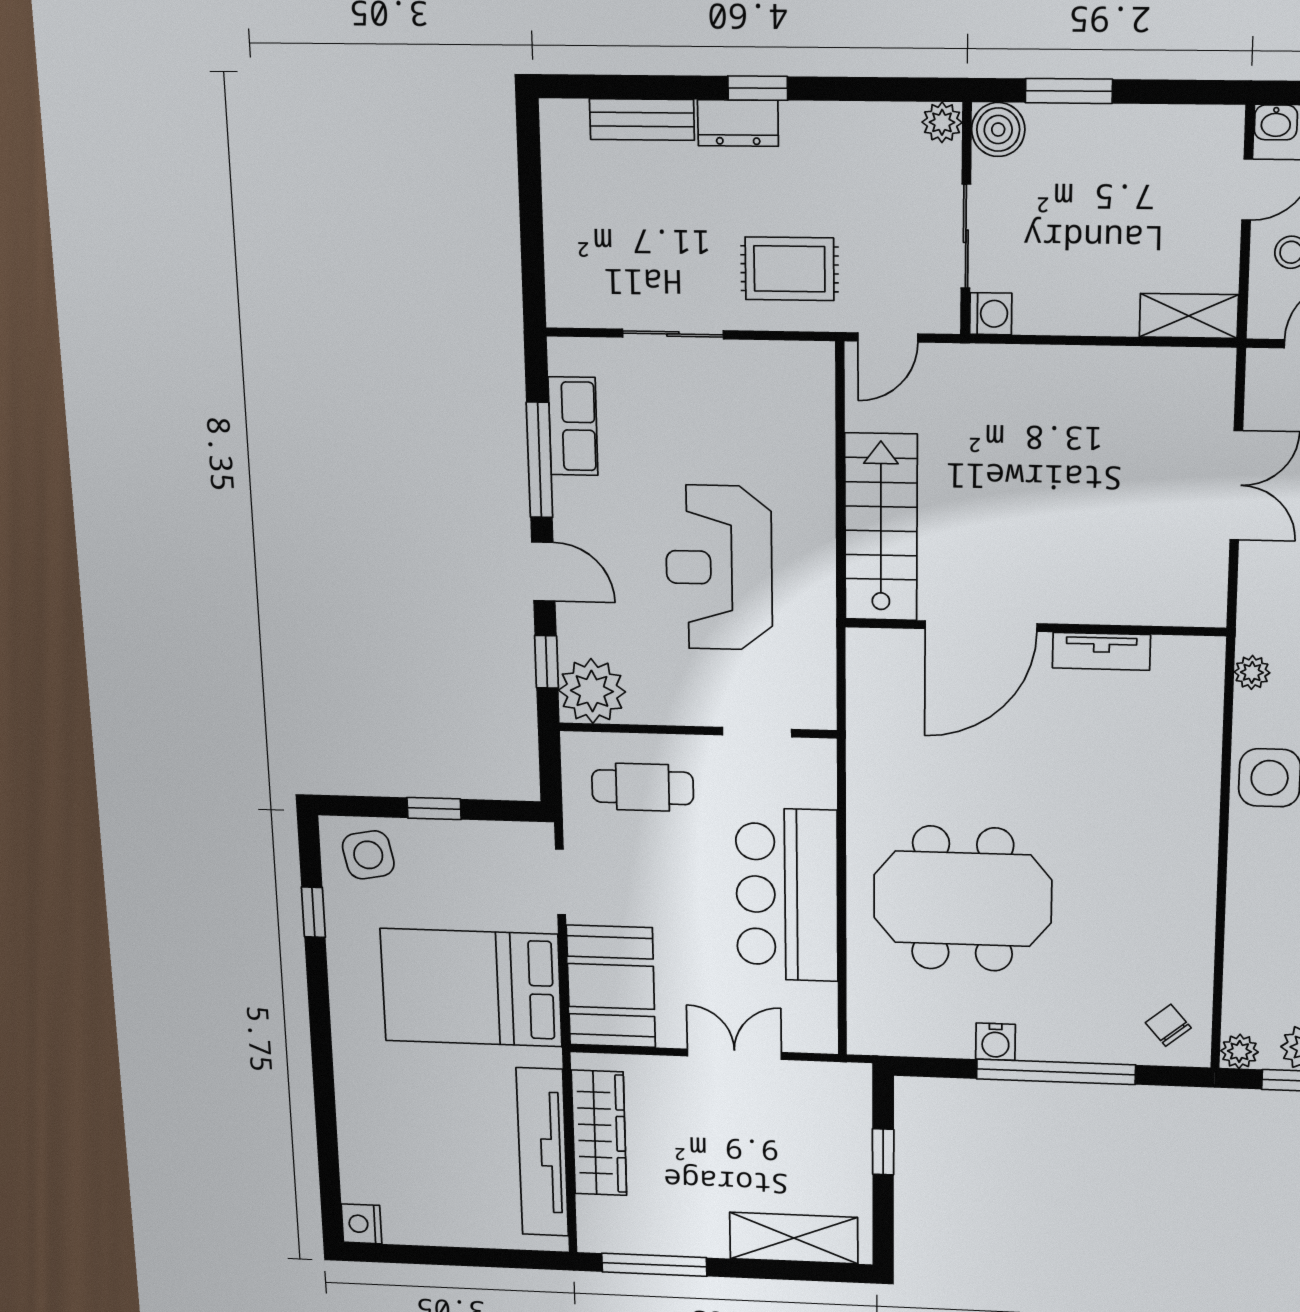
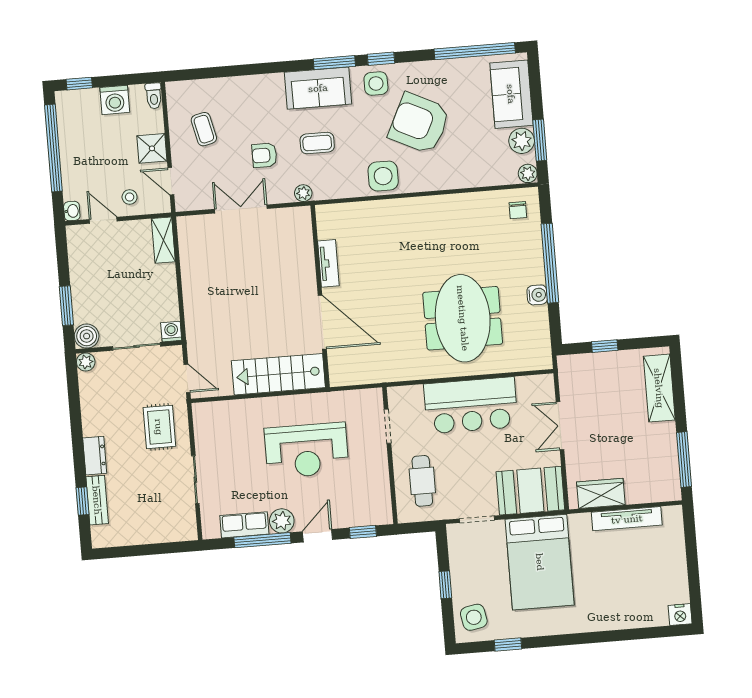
window: (758, 88) -> (82, 501), moved
plant: (1252, 672) -> (303, 193), moved
plant: (592, 691) -> (282, 521), moved, width x0.73, depth x0.73
chair: (1168, 1025) -> (518, 210), turned -50
wardrobe: (599, 1133) -> (601, 493), width x0.67
tv unit: (542, 1152) -> (627, 519), width x0.73, depth x0.78

